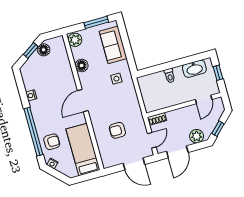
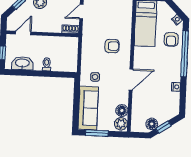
sofa: (113, 45) -> (88, 108), width x1.36
floor lamp: (82, 65) -> (122, 111), moved
door: (83, 101) -> (131, 80), moved
armchair: (117, 130) -> (112, 46), moved
armchair: (52, 142) -> (171, 39), turned -90

